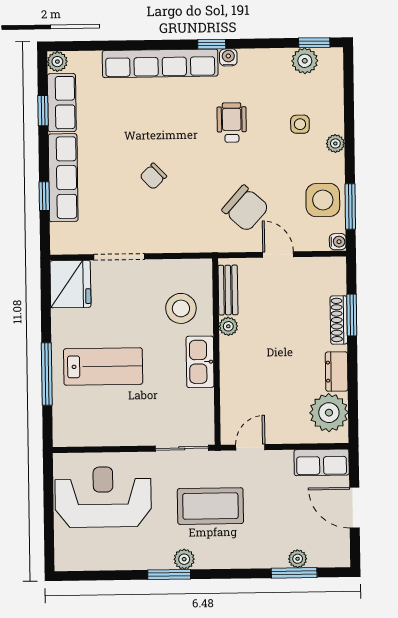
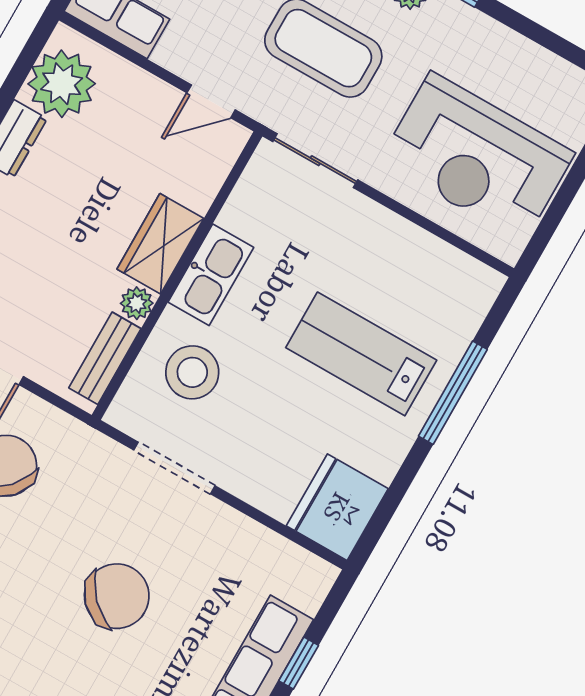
chair: (153, 176) -> (117, 596), width x1.87, depth x1.87
doorway: (119, 257) -> (174, 468), moved
wardrobe: (234, 362) -> (160, 244), added

